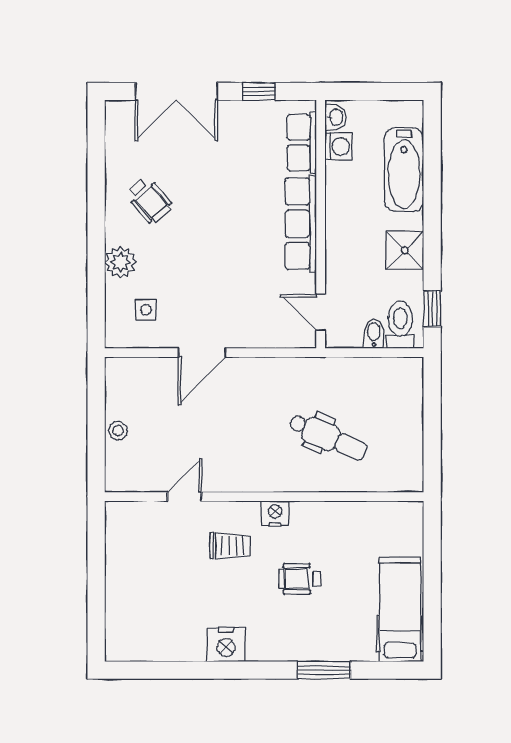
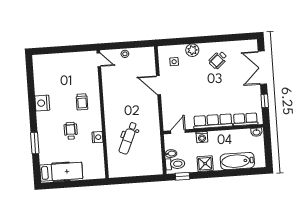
washing machine: (338, 146) -> (202, 137), moved
door: (184, 497) -> (99, 60), moved
nightstand: (275, 513) -> (97, 137), moved

